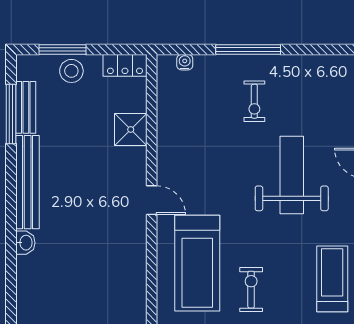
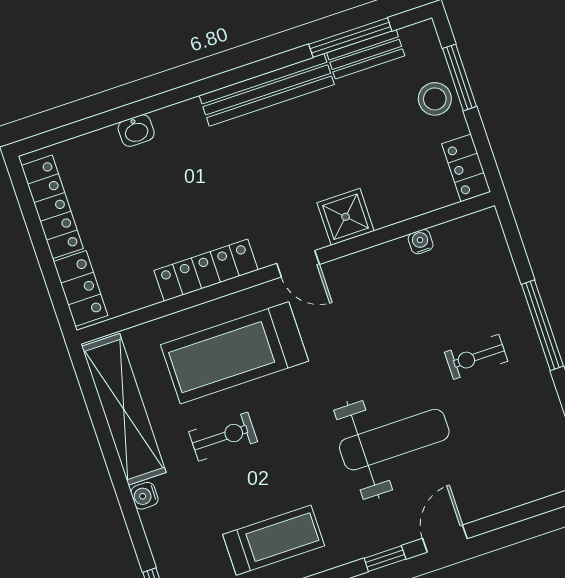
water cooler: (185, 62) -> (421, 242), moved, turned -90
shower: (131, 129) -> (346, 217), moved
door: (152, 200) -> (298, 264), hinge flipped
washbasin: (25, 243) -> (136, 131), moved
locker: (135, 264) -> (206, 270), added

